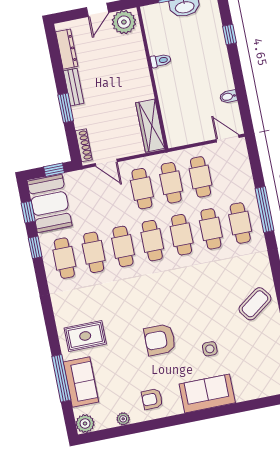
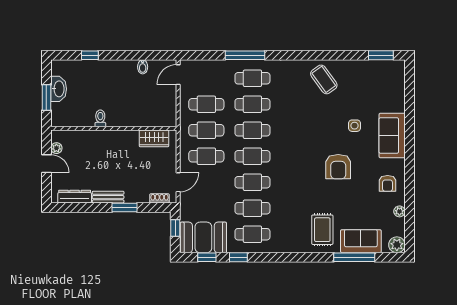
plant: (124, 22) -> (56, 148), width x0.53, depth x0.53
wardrobe: (150, 126) -> (154, 138), width x0.67
shoe rack: (84, 145) -> (160, 198), width x0.70

